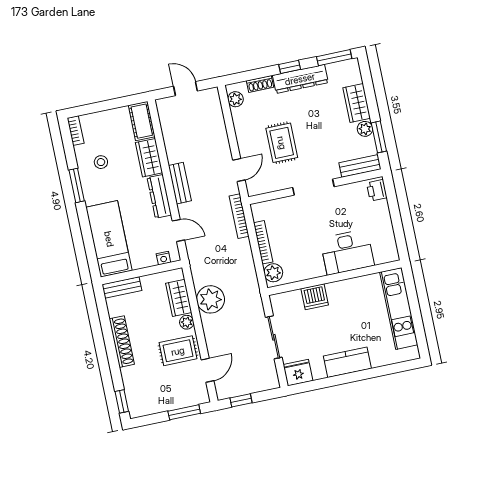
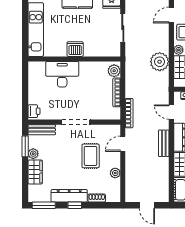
plant: (235, 99) -> (115, 173), moved
dishwasher: (315, 297) -> (75, 49), moved

